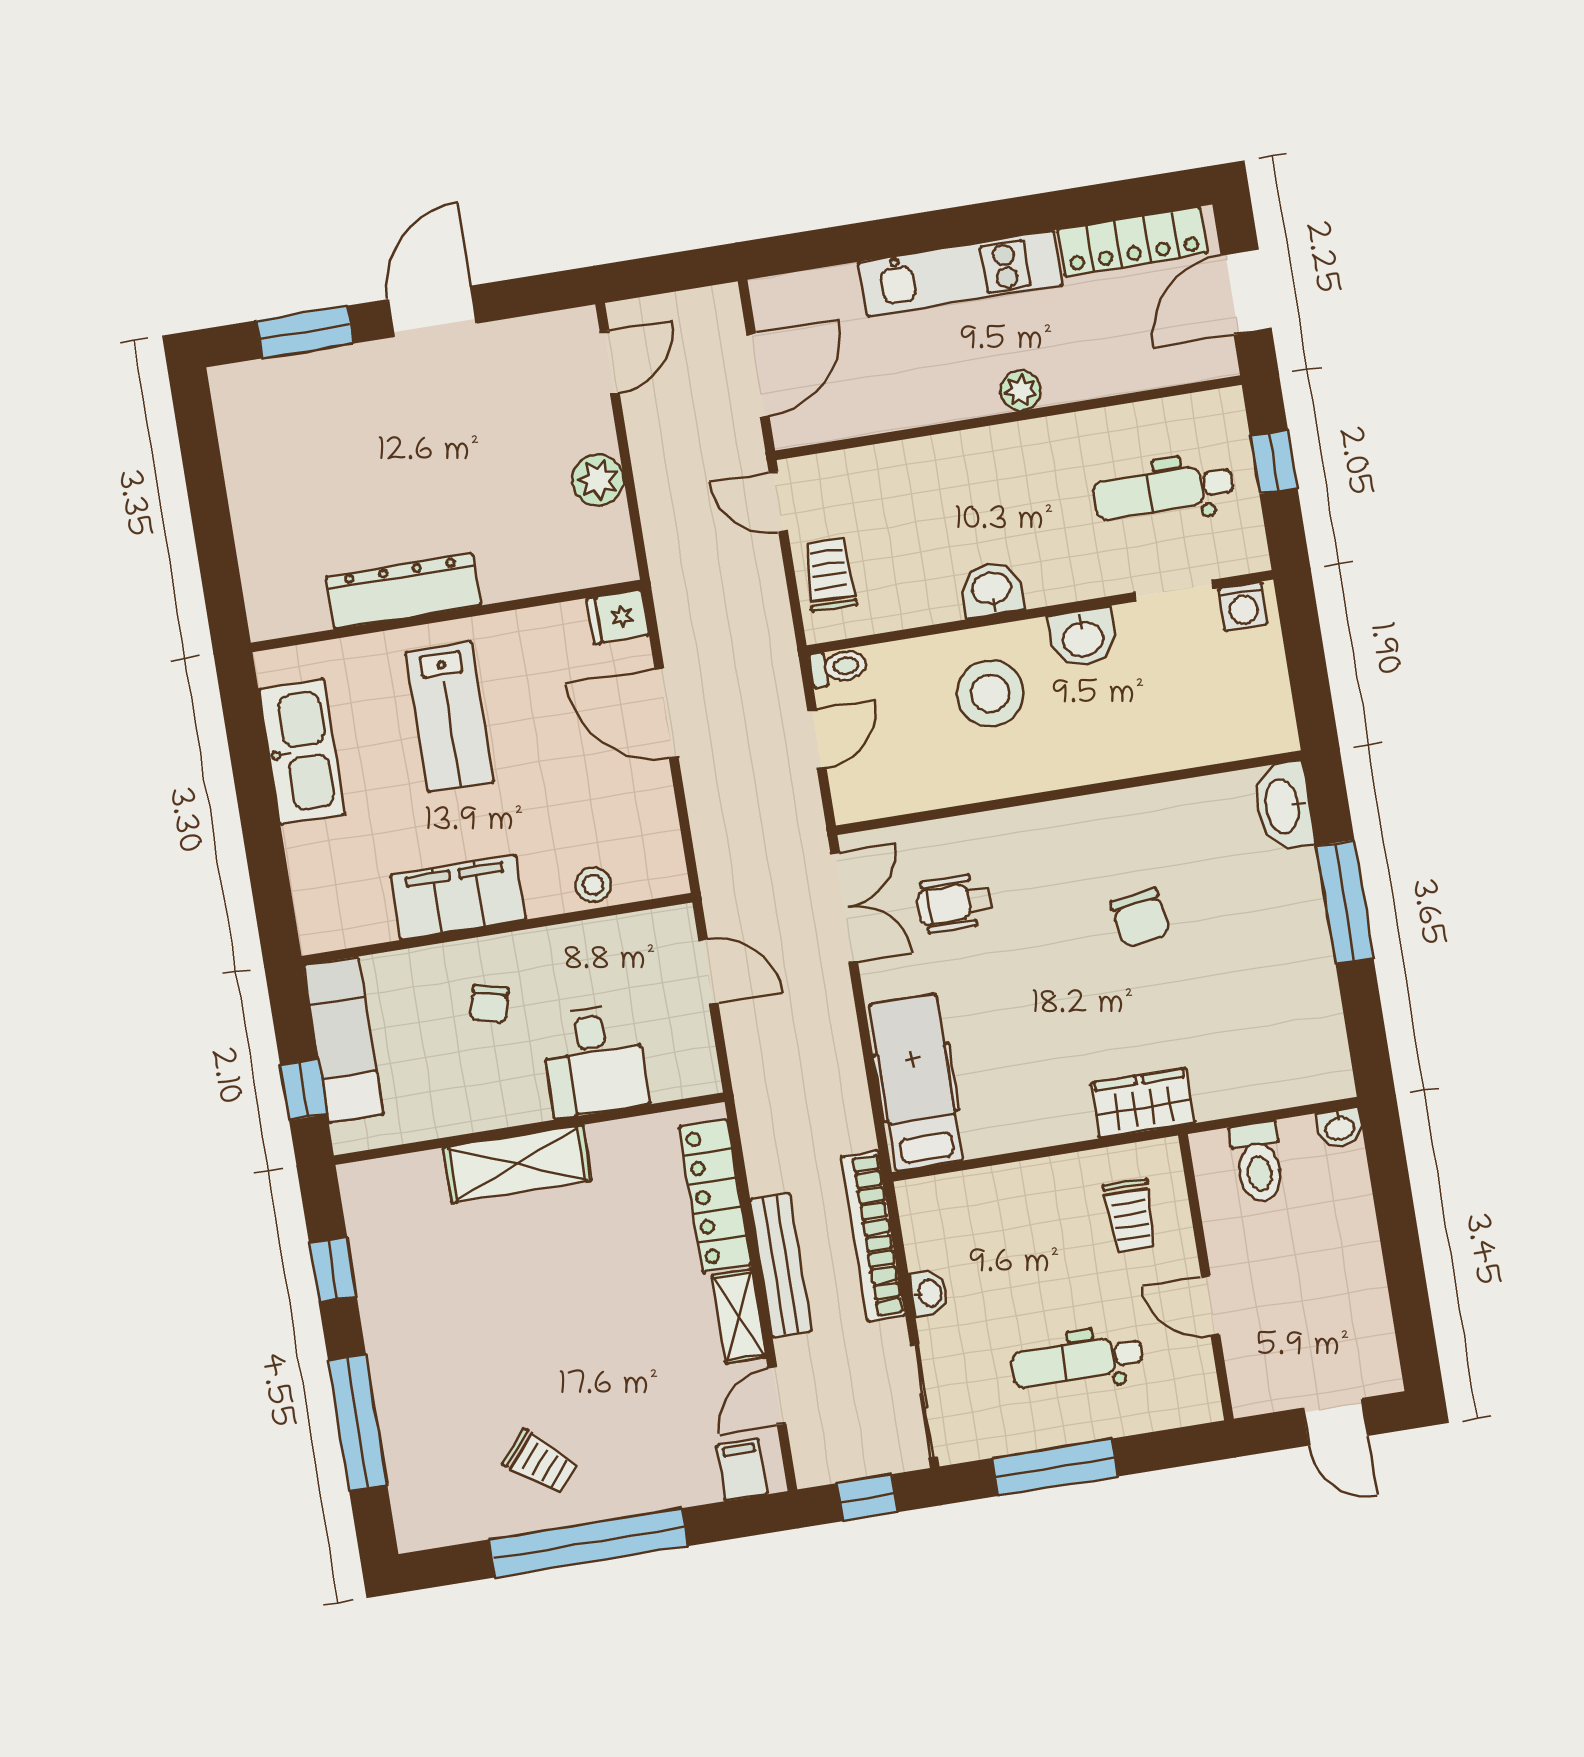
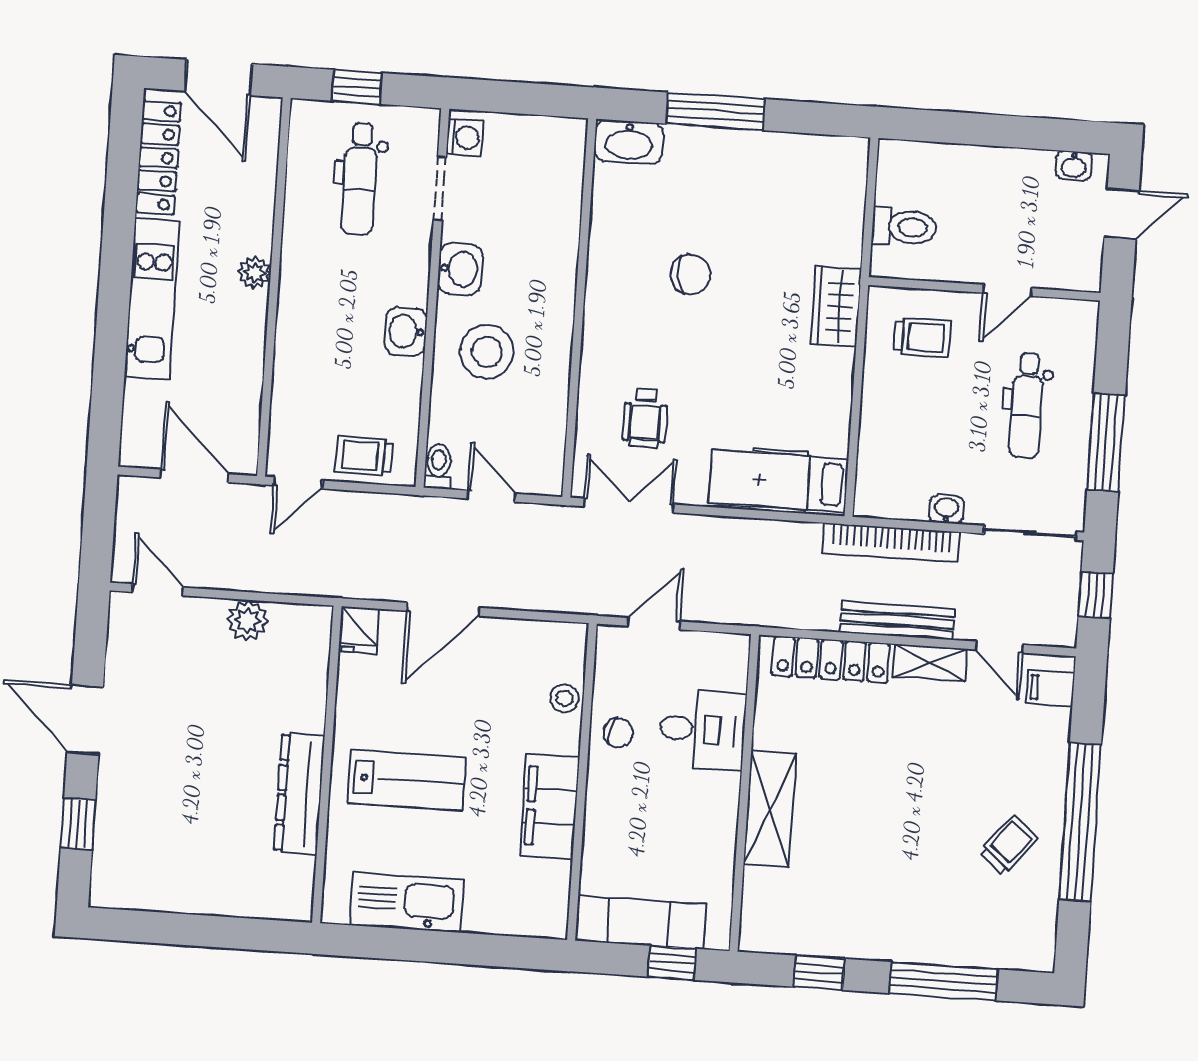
window: (305, 332) -> (78, 824), width x0.67
chair: (489, 1004) -> (618, 733), moved
washbasin: (1340, 1127) -> (1074, 166), moved, turned 90

